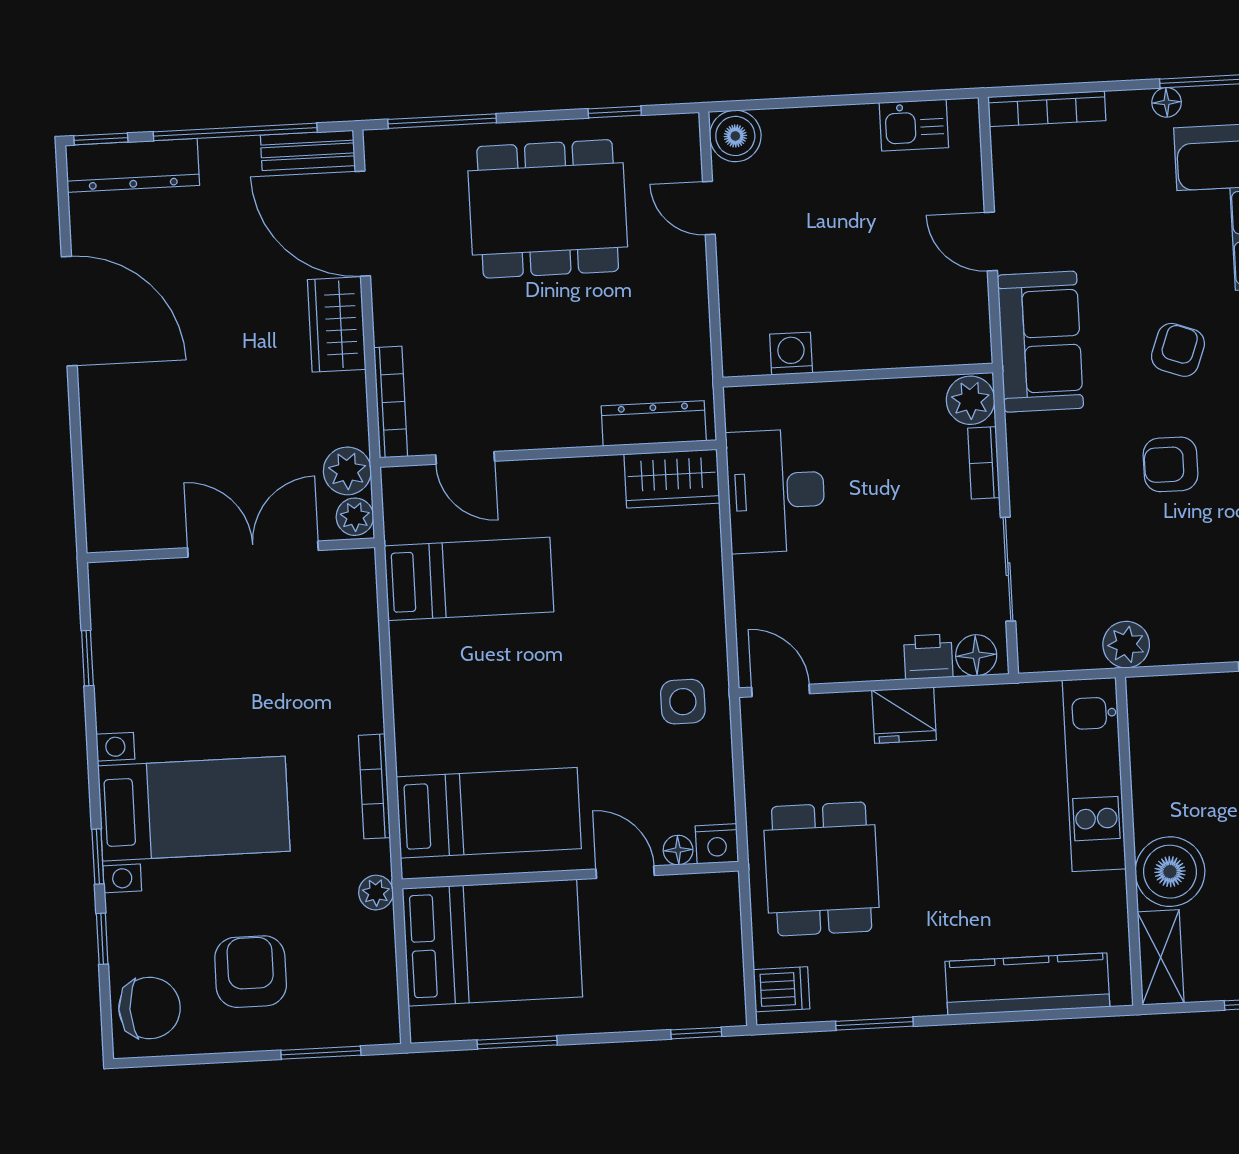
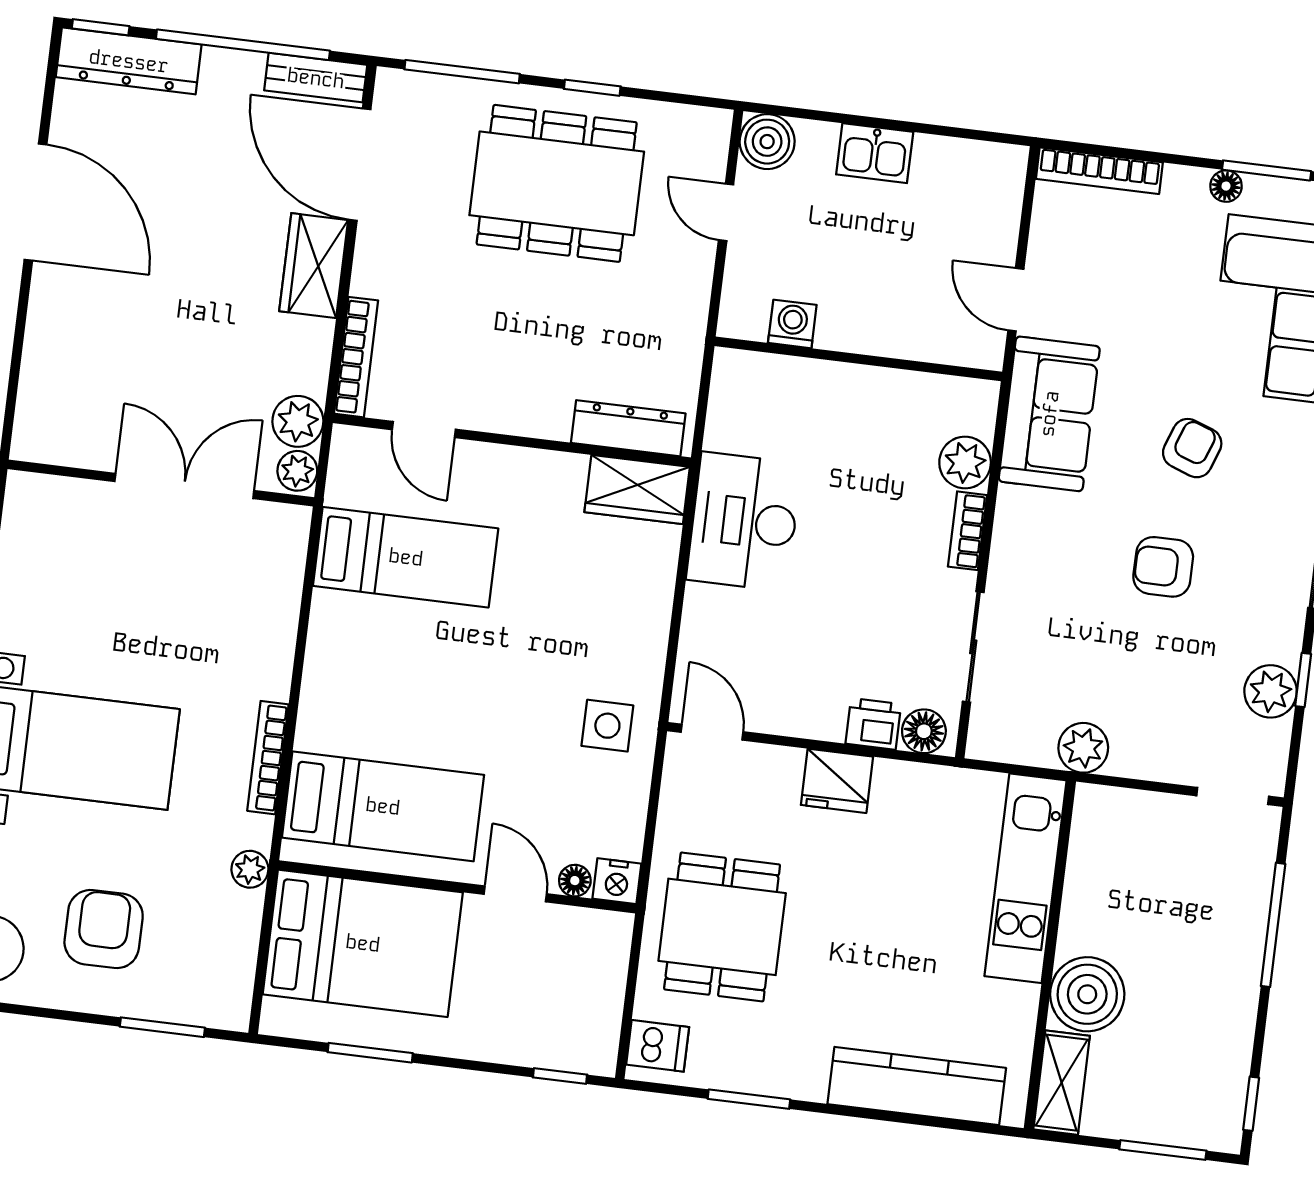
window: (615, 112) -> (592, 88), moved
kitchen sink: (914, 125) -> (875, 153), moved
washing machine: (791, 354) -> (792, 324), moved
wall: (858, 375) -> (858, 359), moved

